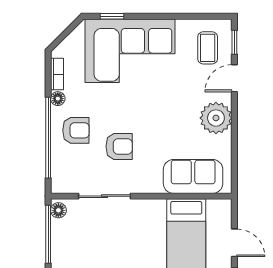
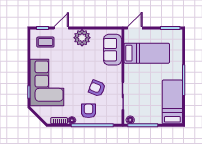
door: (234, 78) -> (61, 28), swing flipped
armchair: (119, 147) -> (97, 88), turned -68
door: (234, 243) -> (135, 28), moved

